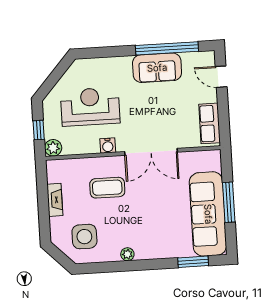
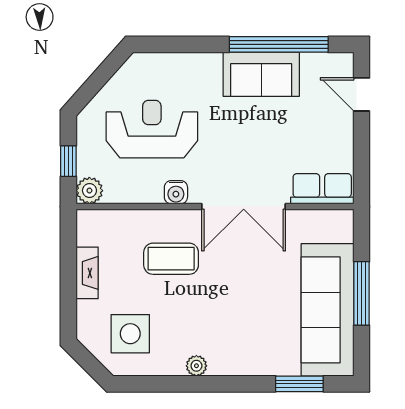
row of seats: (210, 123) -> (322, 189), moved, turned 90

